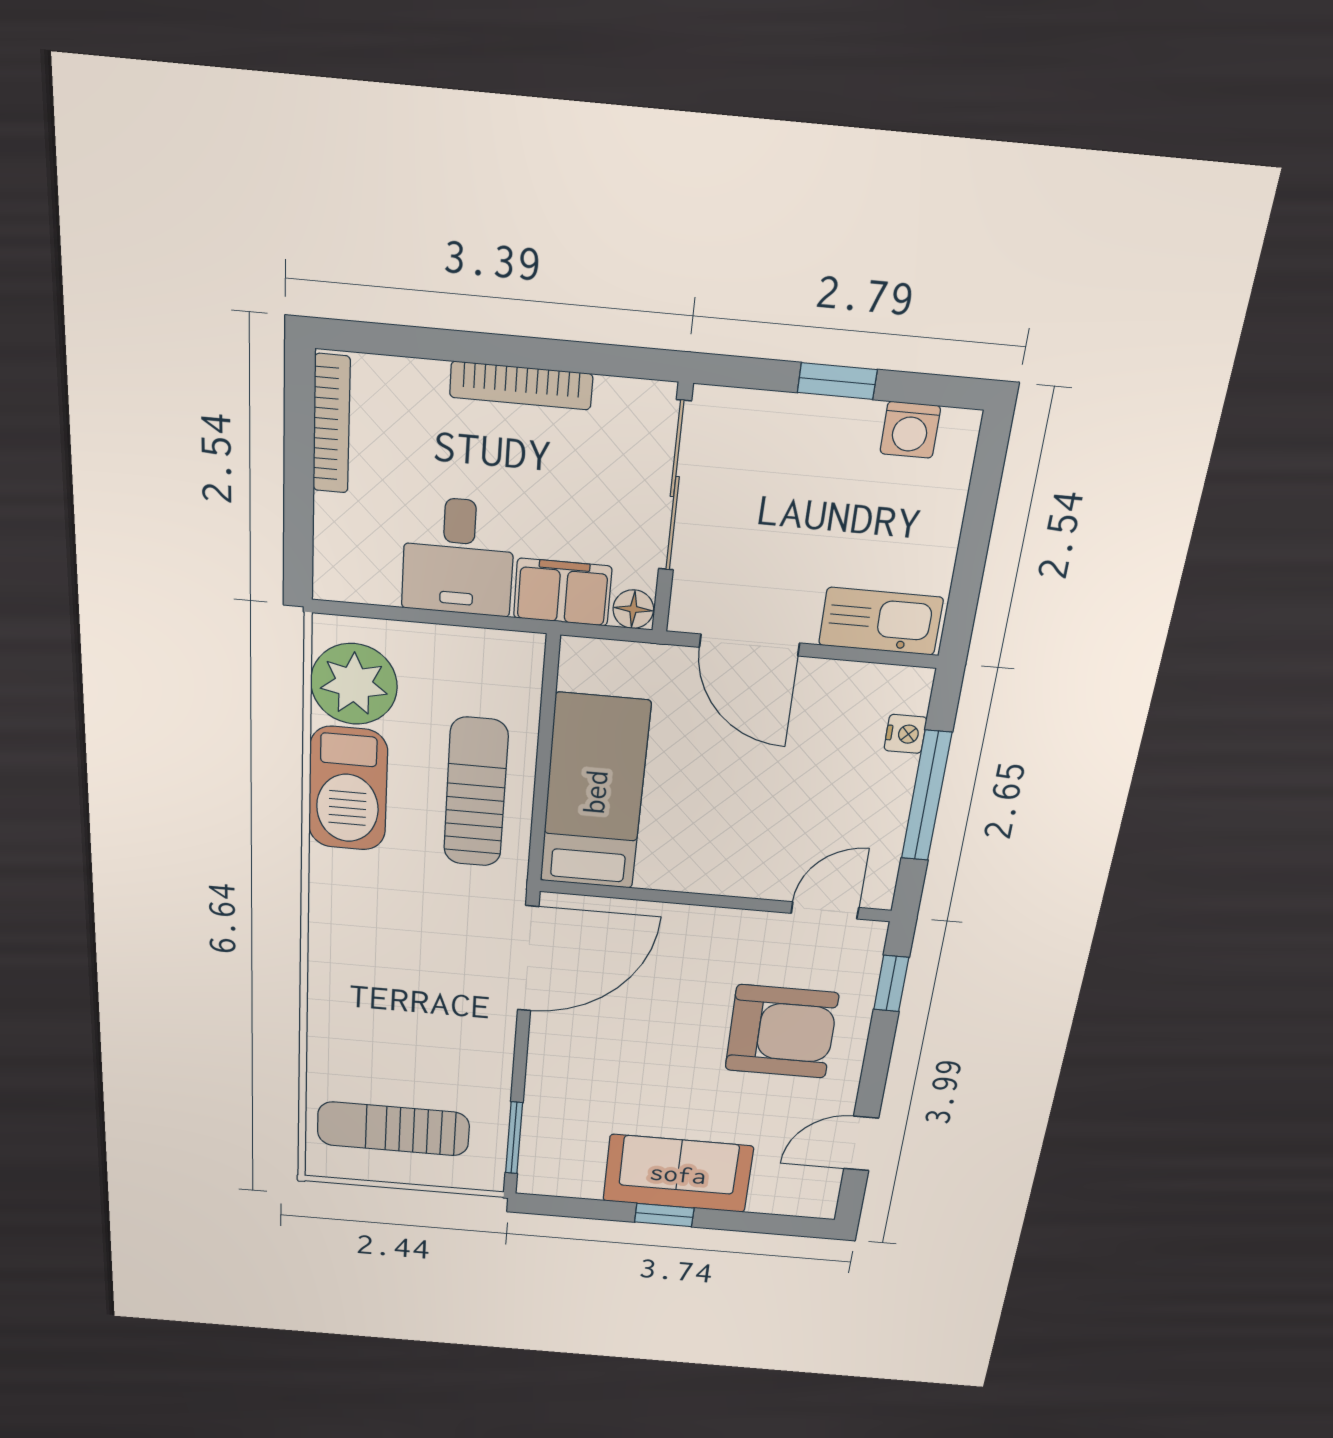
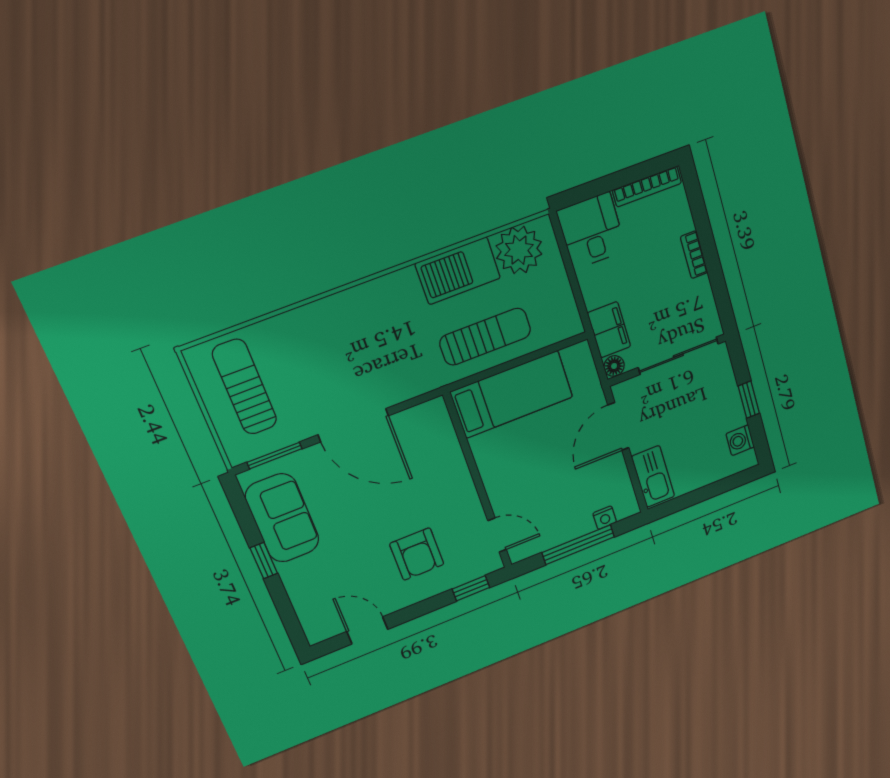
bookcase: (521, 386) -> (694, 255), width x0.64
desk: (458, 557) -> (592, 231), moved, turned 90
door: (528, 959) -> (353, 425), moved
armchair: (782, 1032) -> (417, 554), width x0.73, depth x0.73
sofa: (678, 1174) -> (282, 518), moved

